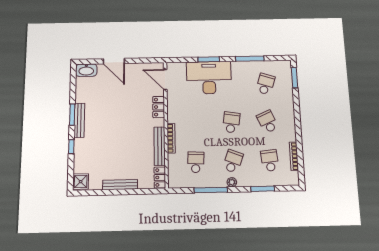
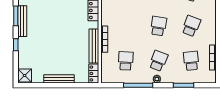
school desk: (268, 122) -> (191, 26), turned 45

